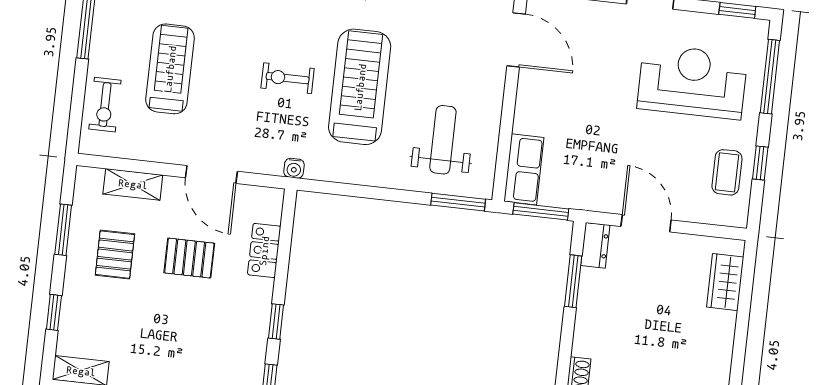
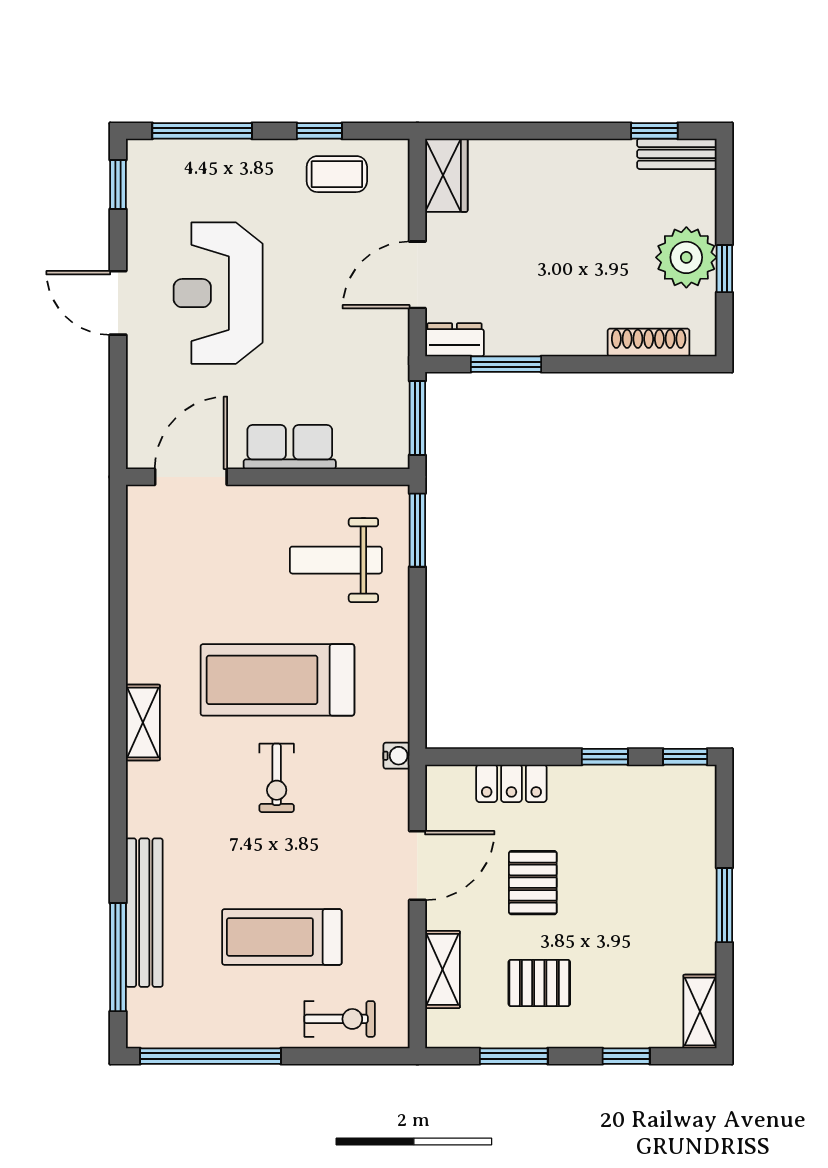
reception desk: (692, 82) -> (218, 293), moved
row of seats: (524, 169) -> (290, 447), moved
wardrobe: (725, 282) -> (446, 175), moved, turned -90

